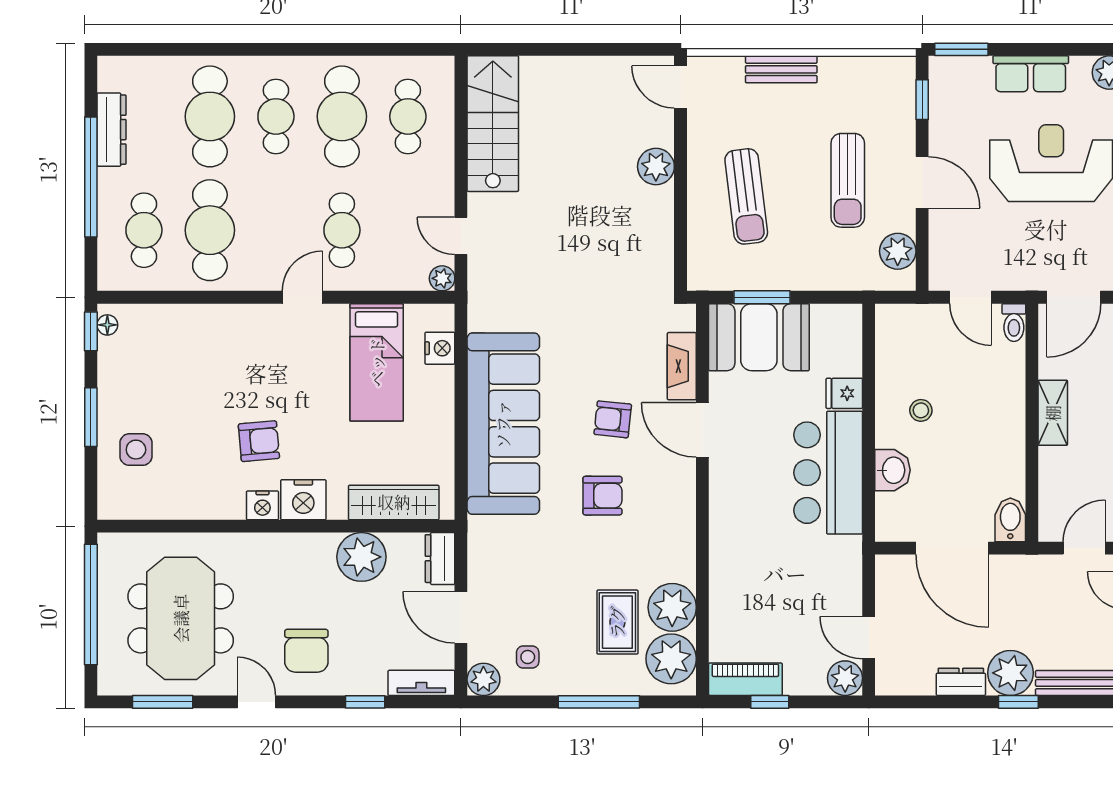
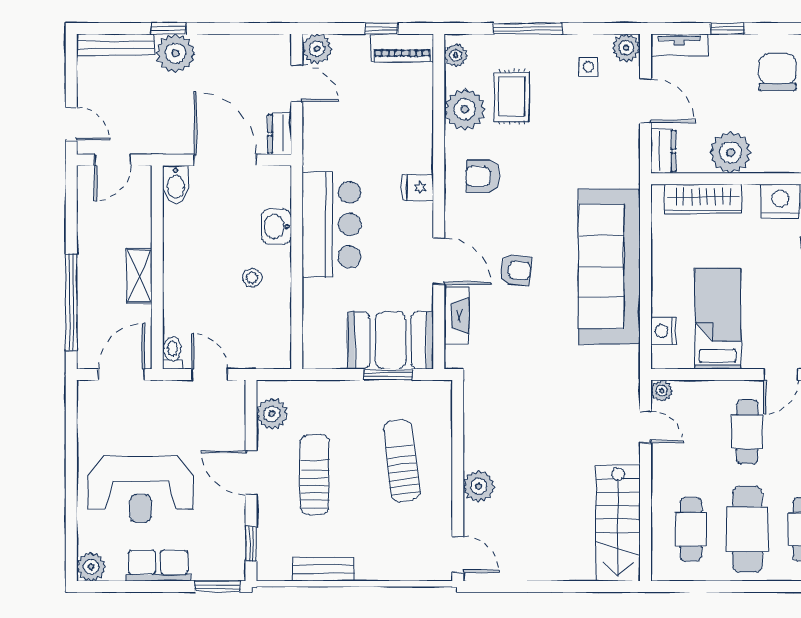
bench: (781, 69) -> (324, 569), moved
fridge: (844, 393) -> (418, 187), moved, turned 180
armchair: (602, 496) -> (483, 176), moved
plant: (671, 659) -> (456, 55), width x0.53, depth x0.53
dresser: (961, 682) -> (280, 134), moved, turned 90

